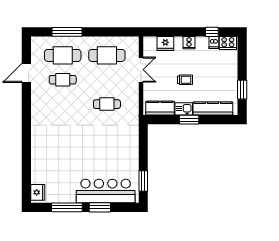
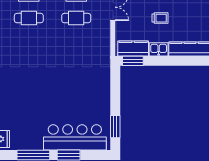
cafe table: (107, 104) -> (76, 18), moved
window: (189, 120) -> (133, 61), moved

